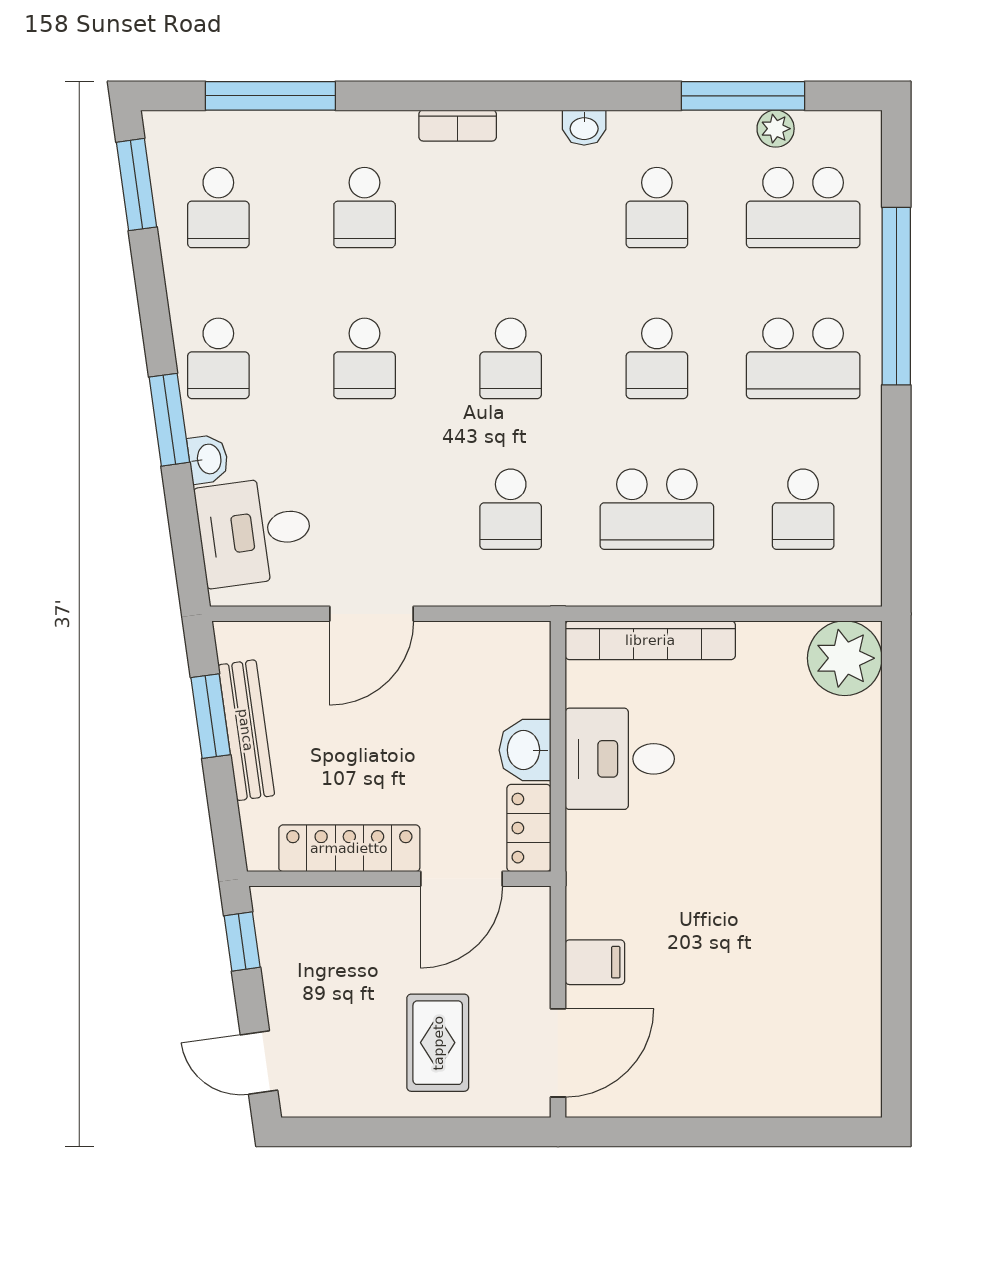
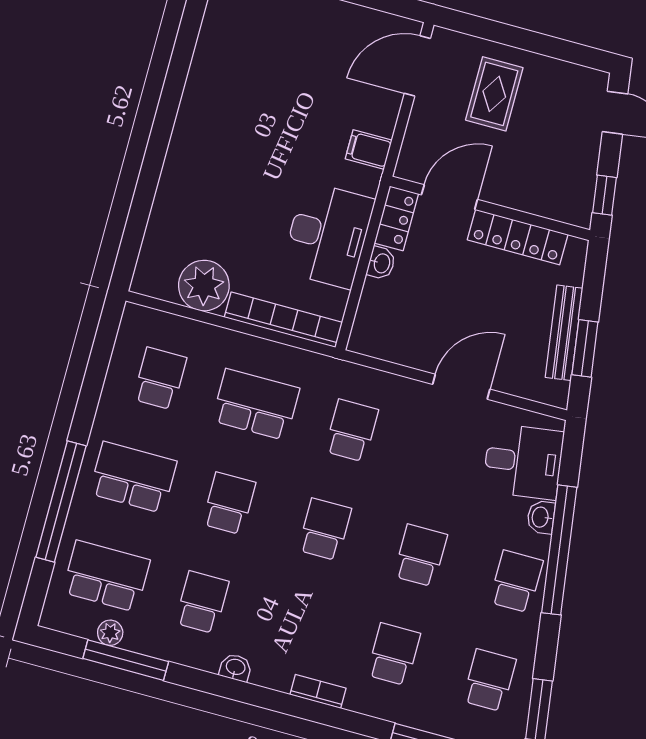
window: (169, 420) -> (559, 550), width x2.11
plant: (845, 658) -> (204, 286), moved
washbasin: (525, 750) -> (381, 263), width x0.72, depth x0.69
desk: (620, 759) -> (328, 235), width x1.37
filing cabinet: (595, 962) -> (369, 149), moved

